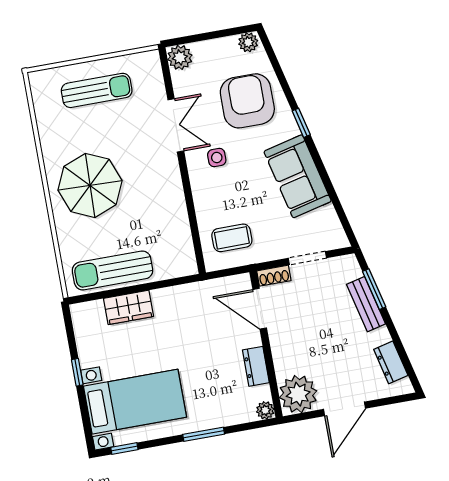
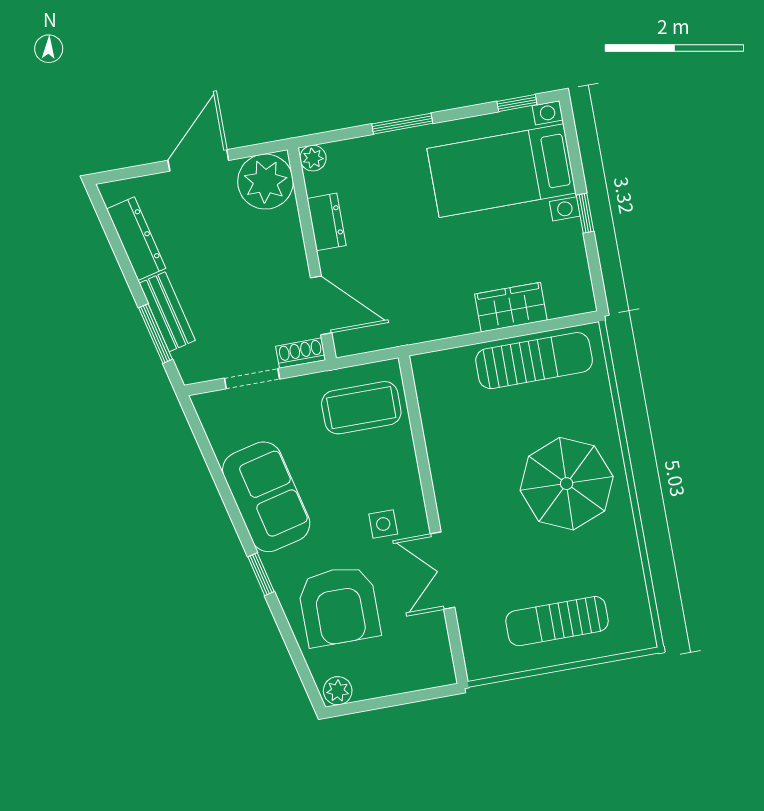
plant: (180, 57) -> (437, 669), removed
coffee table: (232, 238) -> (361, 408), width x1.36, depth x1.30
dresser: (391, 362) -> (136, 239), width x1.44

